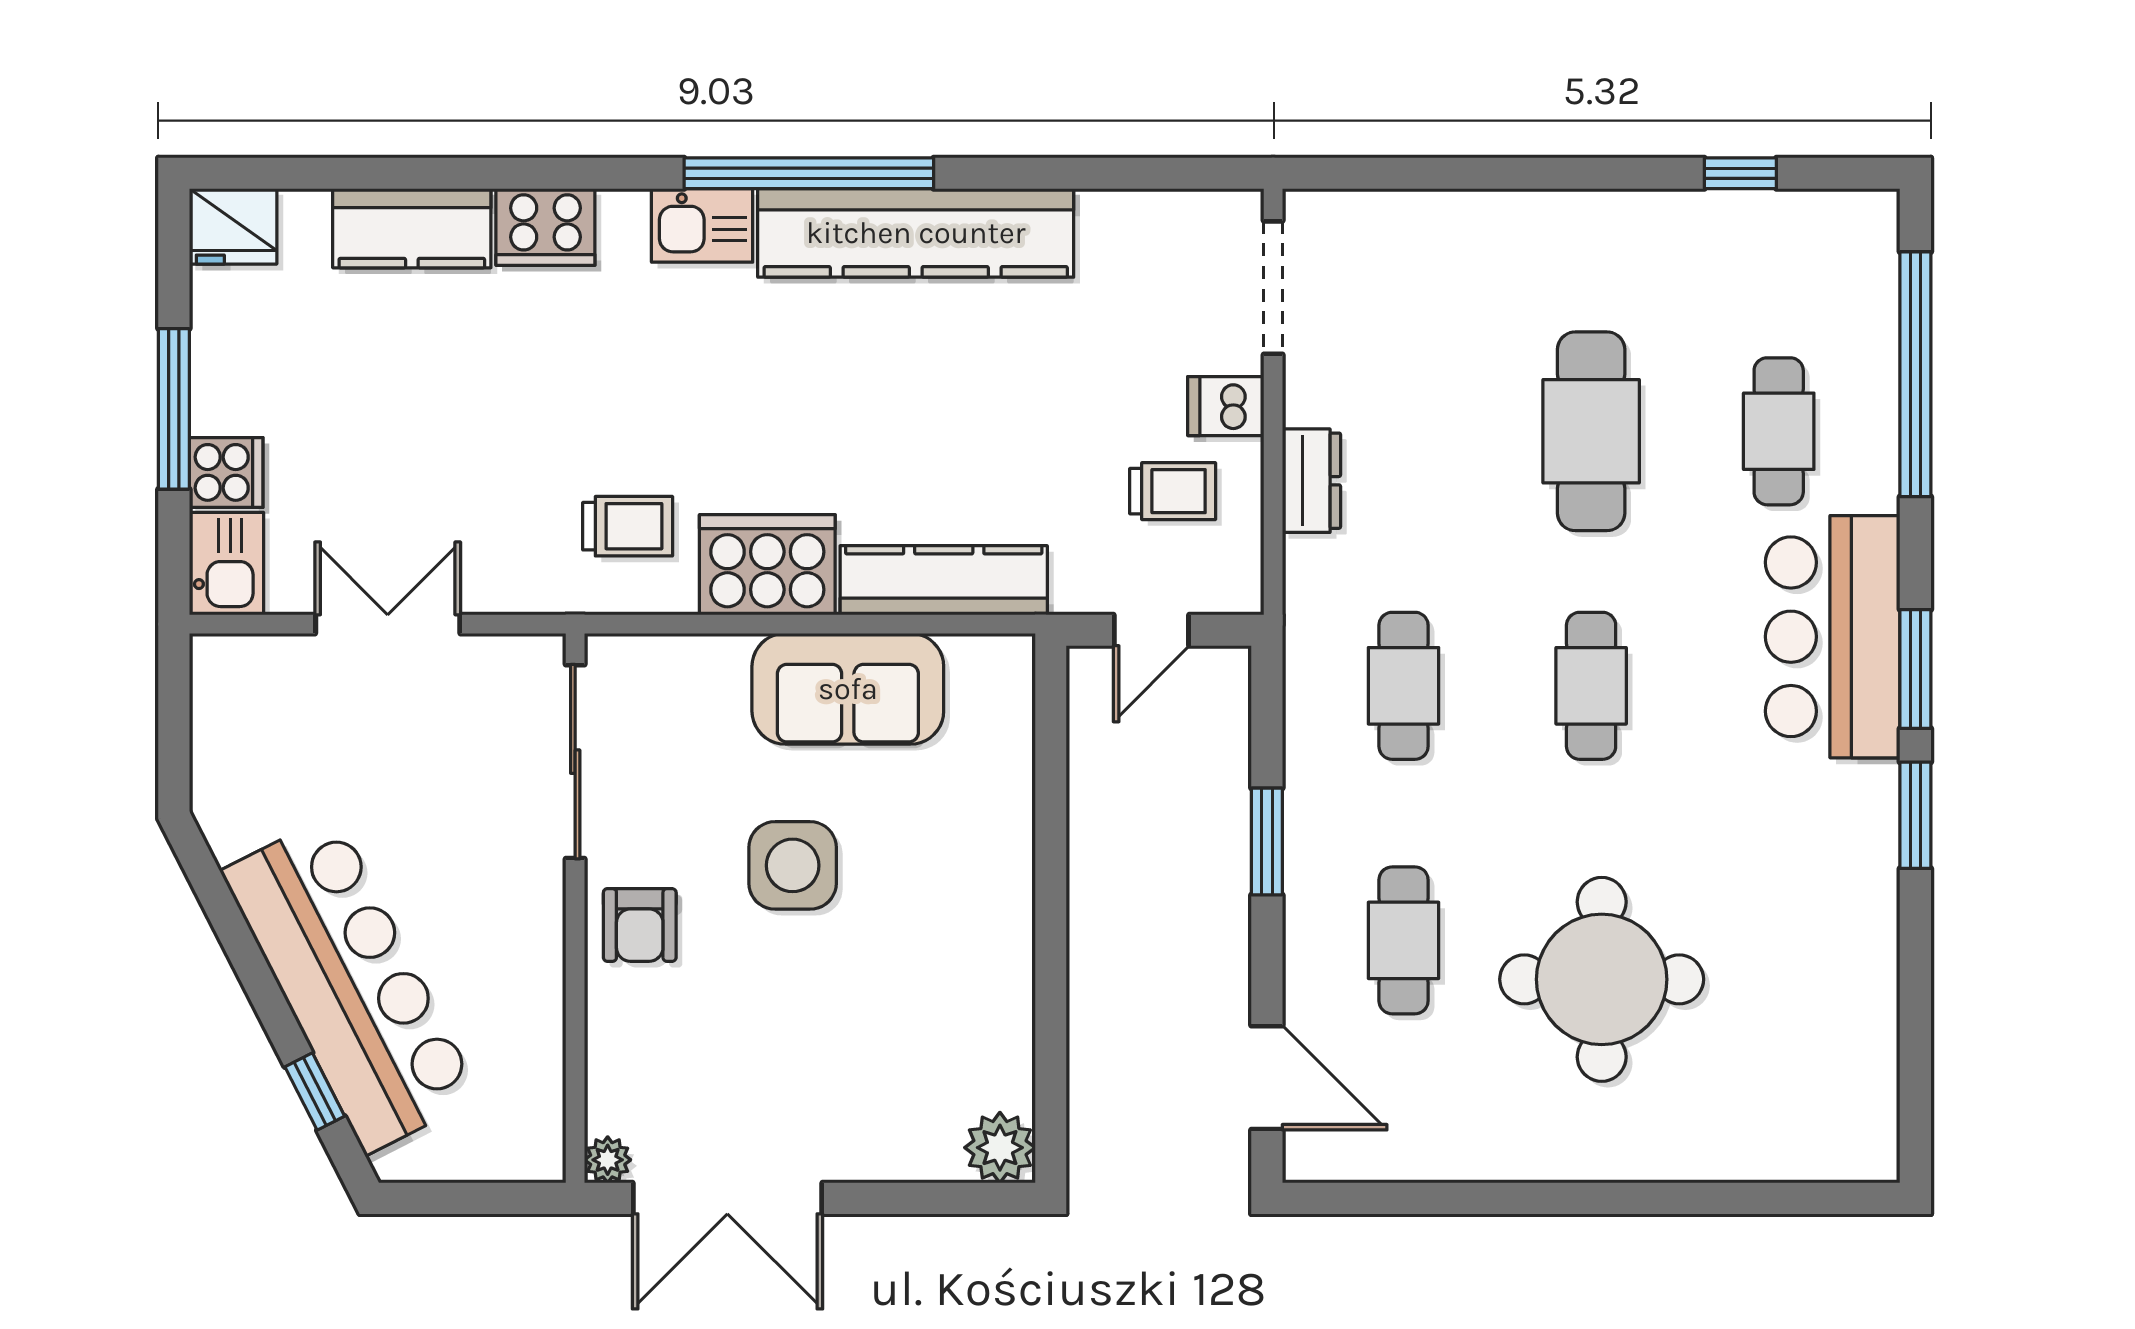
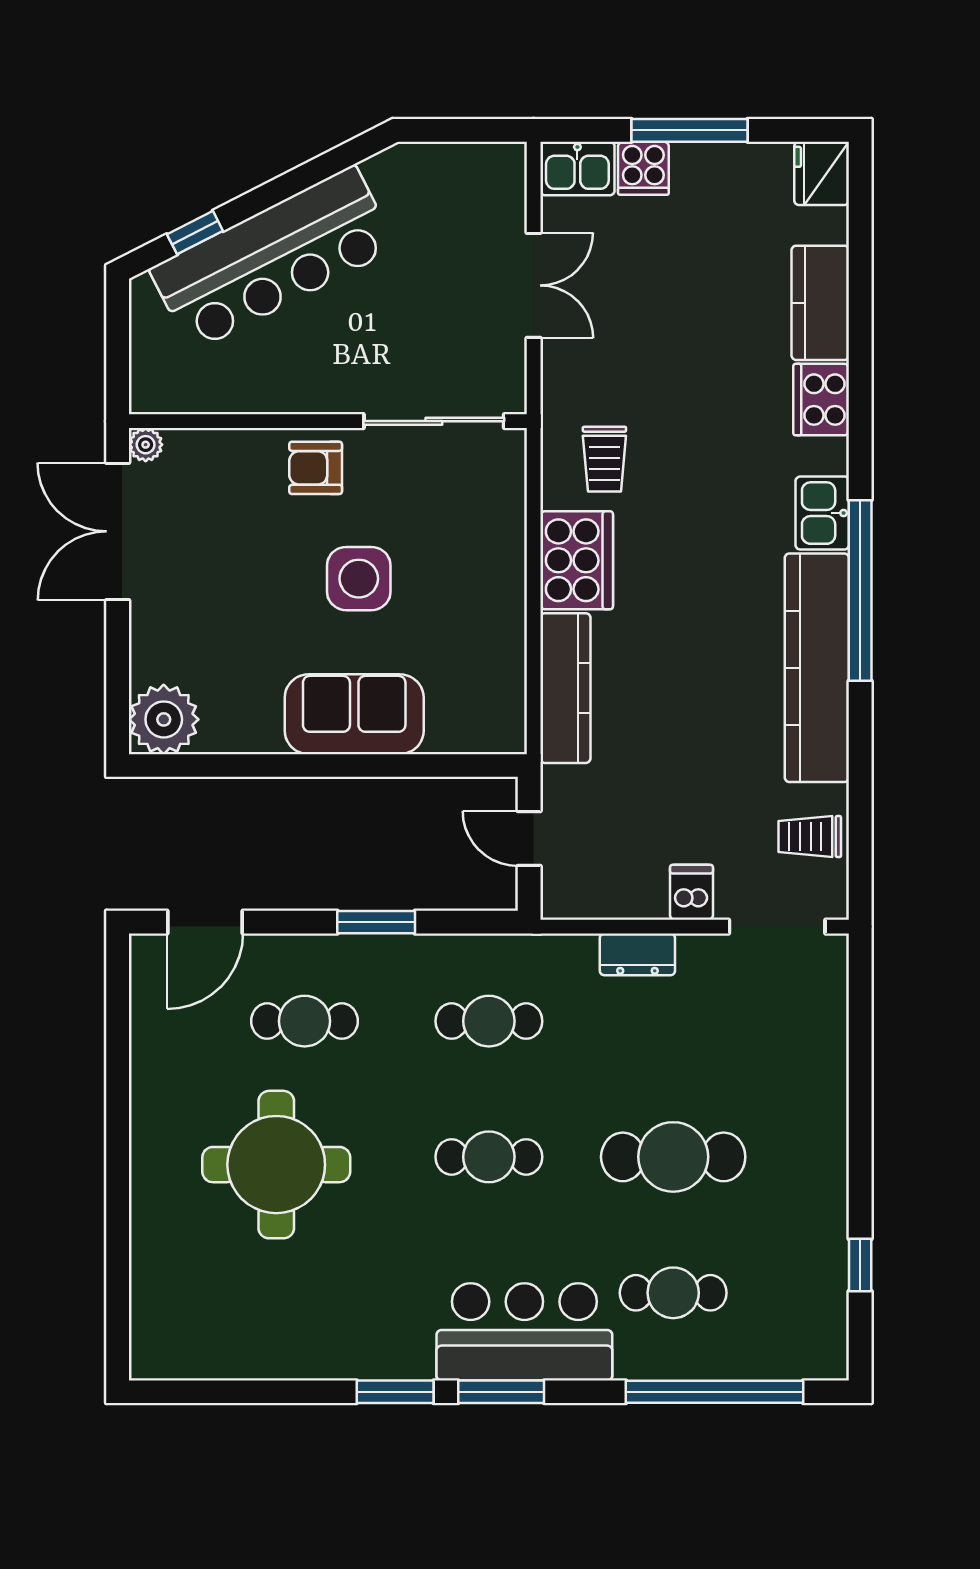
trolley: (1173, 491) -> (810, 837), moved, turned 90
sofa: (848, 689) -> (354, 714), moved, turned 90
plant: (1000, 1148) -> (164, 719), width x1.36, depth x1.36

